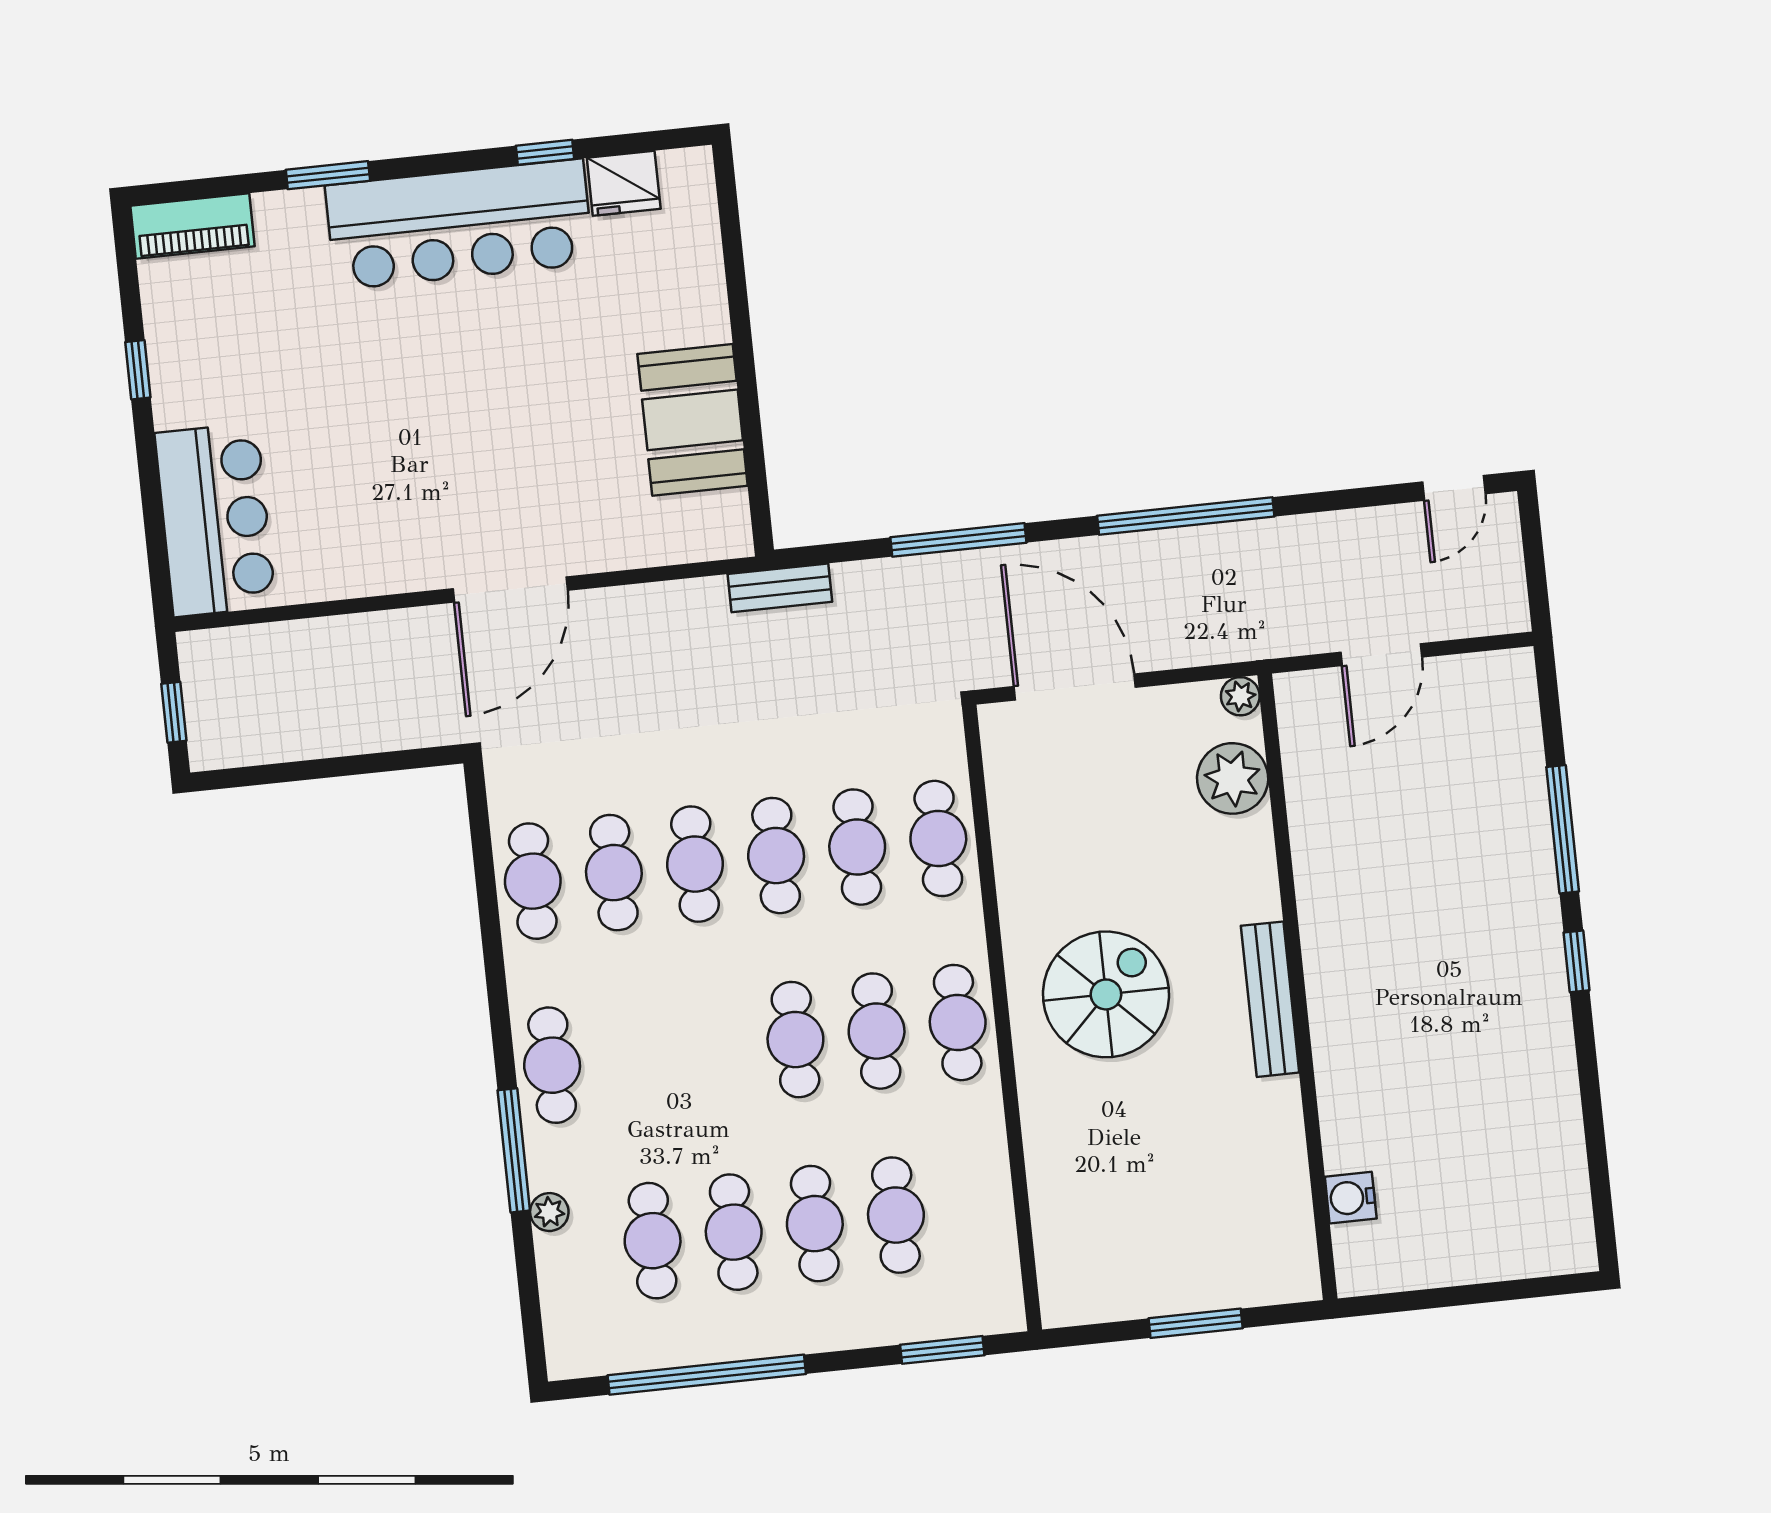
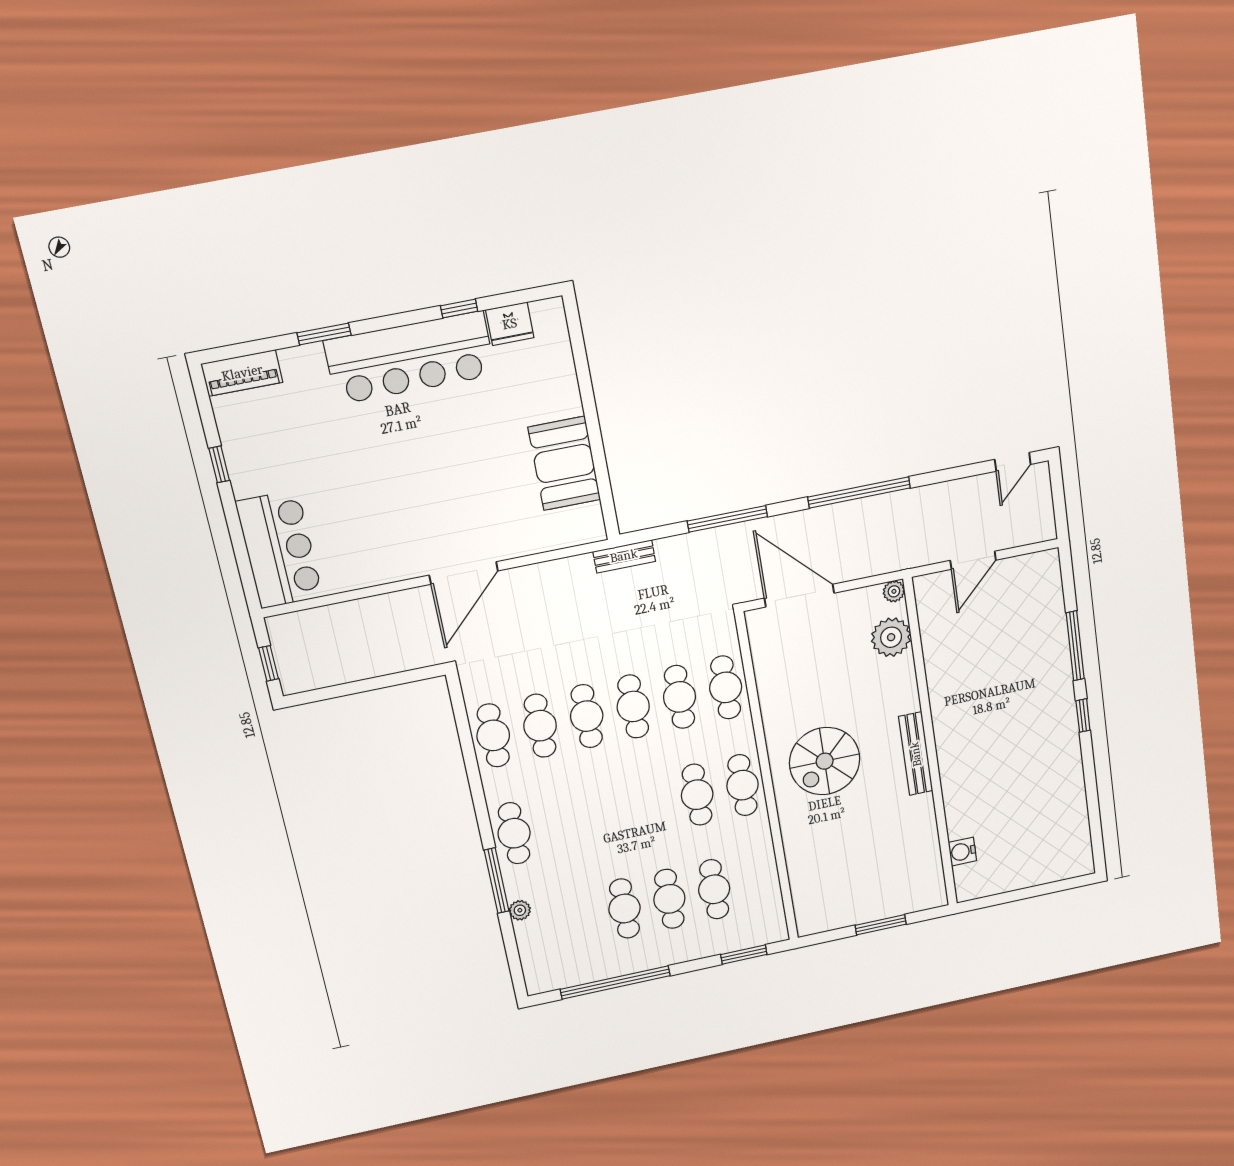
spiral stairs: (1106, 994) -> (825, 761), turned 180
cafe table: (795, 1040) -> (652, 804), removed
cafe table: (653, 1241) -> (579, 918), removed

